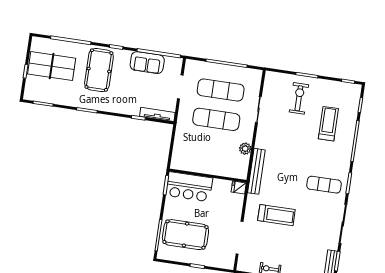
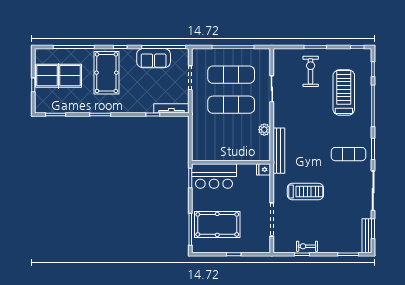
treadmill: (328, 124) -> (344, 92), width x1.37, depth x1.38

